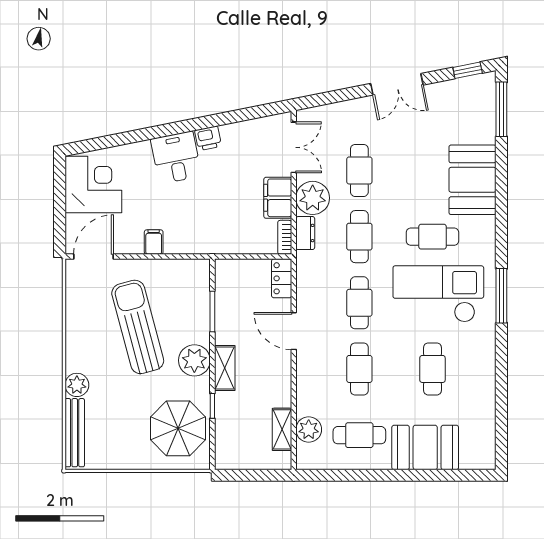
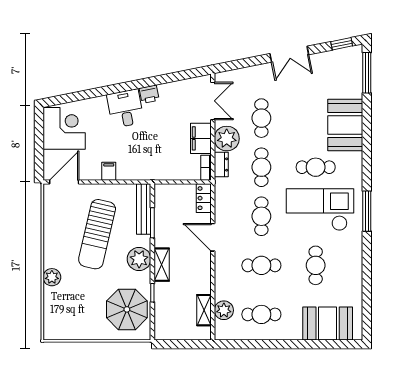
sun lounger: (138, 327) -> (97, 234), turned -152
cafe table: (359, 369) -> (261, 265), turned 90
bench: (75, 433) -> (144, 209), moved
booth: (425, 447) -> (328, 324), moved

